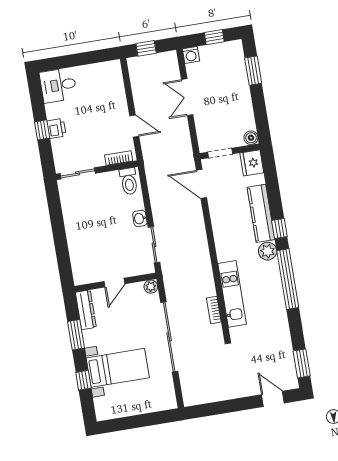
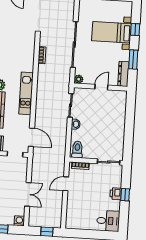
door: (134, 126) -> (66, 184), hinge flipped
kitchen unit: (232, 294) -> (26, 93), moved

